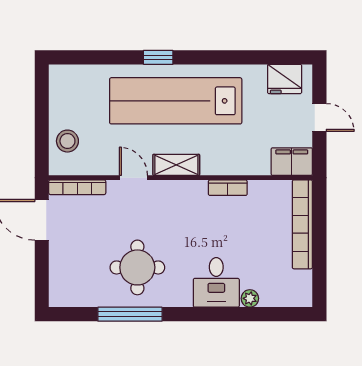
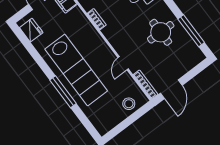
window: (158, 57) -> (63, 92), width x2.17
shelving: (176, 165) -> (104, 49), removed
window: (130, 314) -> (191, 31), moved

